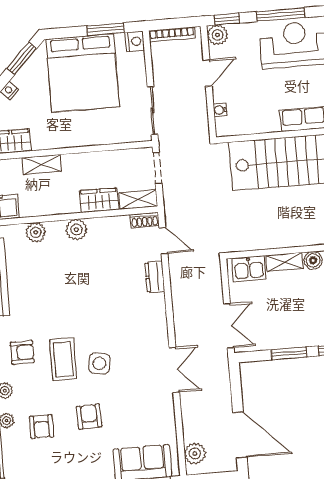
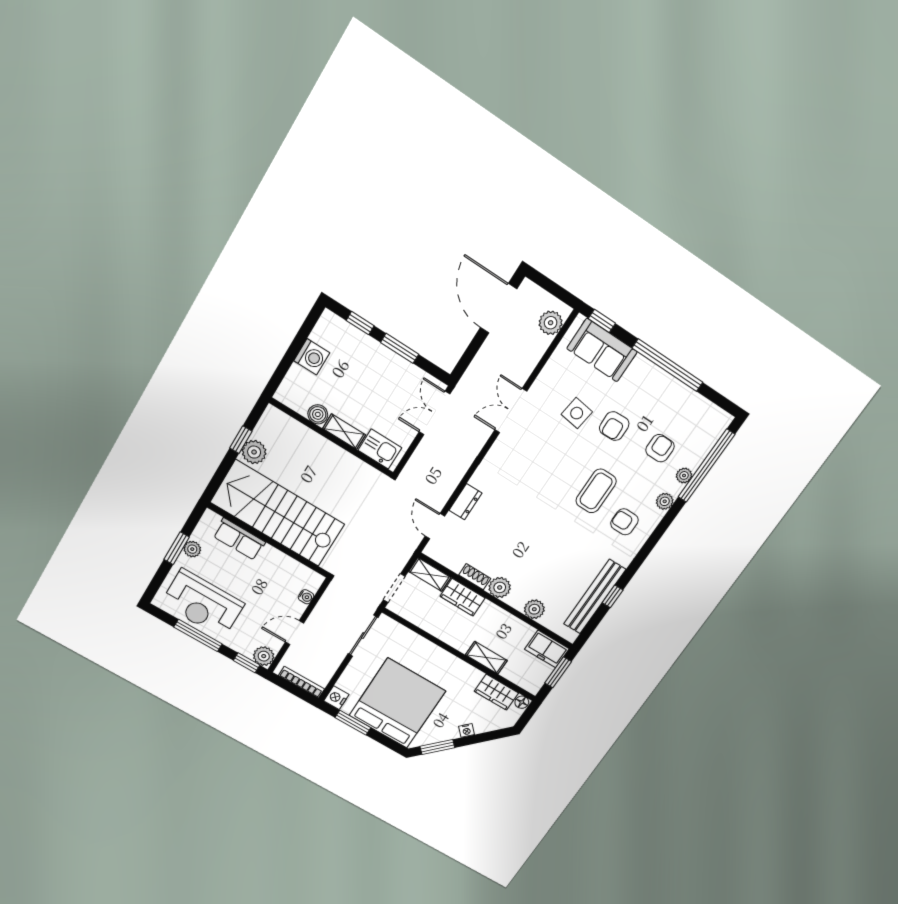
shoe rack: (145, 220) -> (475, 577), moved
side table: (99, 363) -> (577, 413), moved

